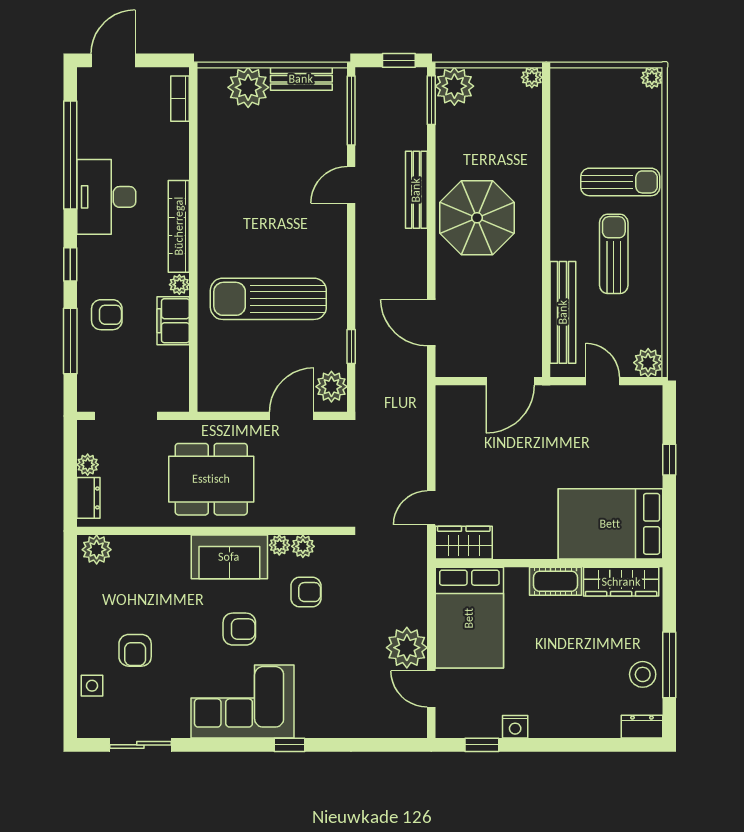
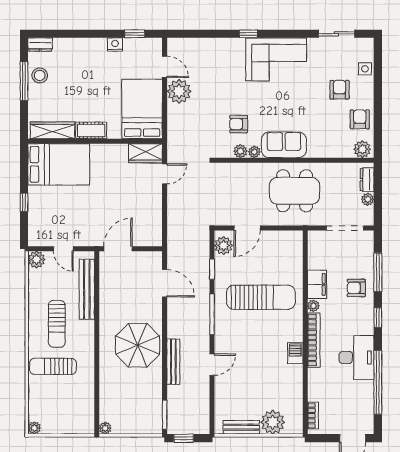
plant: (454, 86) -> (151, 423), removed
window: (351, 110) -> (212, 314), moved
barbecue: (210, 204) -> (295, 353), added
armchair: (239, 629) -> (360, 119), moved, turned 90

